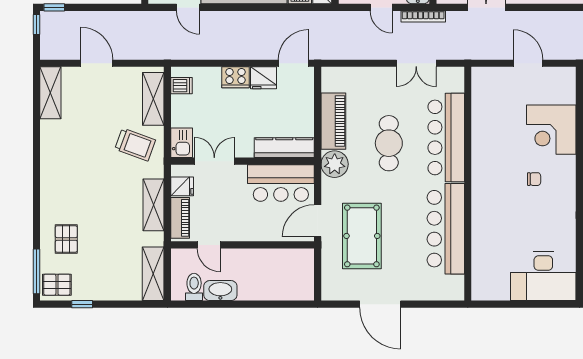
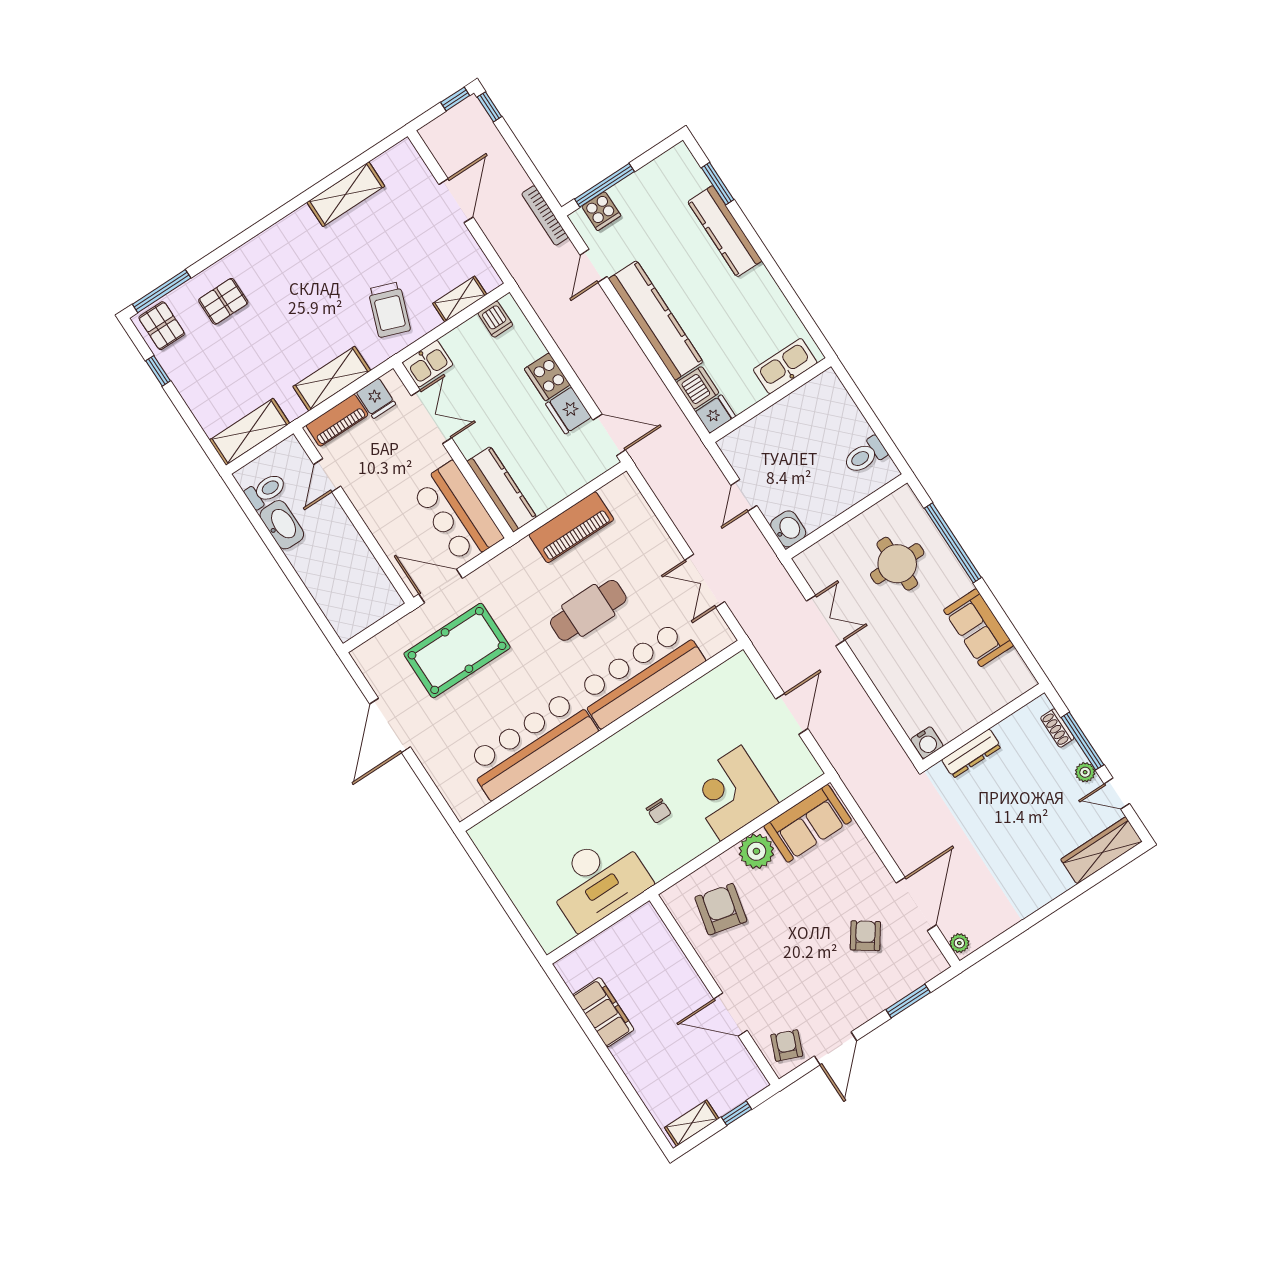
bookcase: (423, 17) -> (545, 215), moved
shelving: (50, 93) -> (346, 194), moved
shelving: (153, 99) -> (460, 299), width x0.67, depth x0.75
plant: (335, 164) -> (521, 562), removed
desk: (543, 276) -> (598, 881), moved, turned -90

